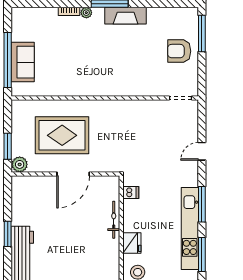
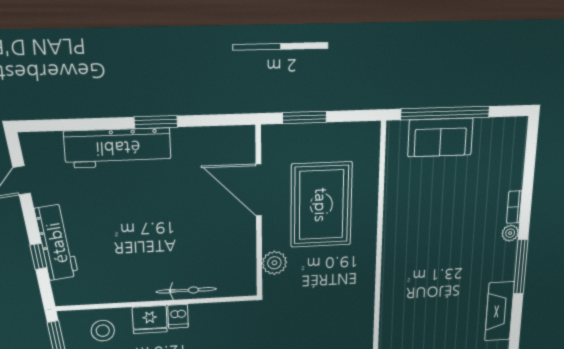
fireplace: (126, 16) -> (499, 311), moved
plant: (20, 164) -> (274, 263), moved
door: (73, 174) -> (259, 190), moved
dishwasher: (131, 192) -> (178, 316), moved

